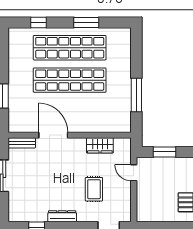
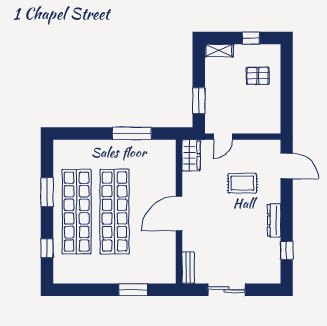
door: (53, 135) -> (179, 214), moved
wardrobe: (100, 145) -> (191, 155), moved

